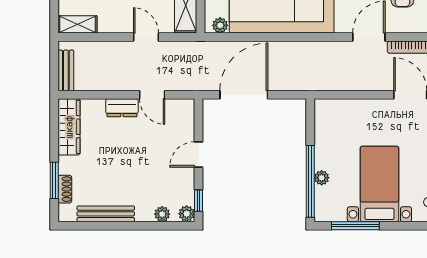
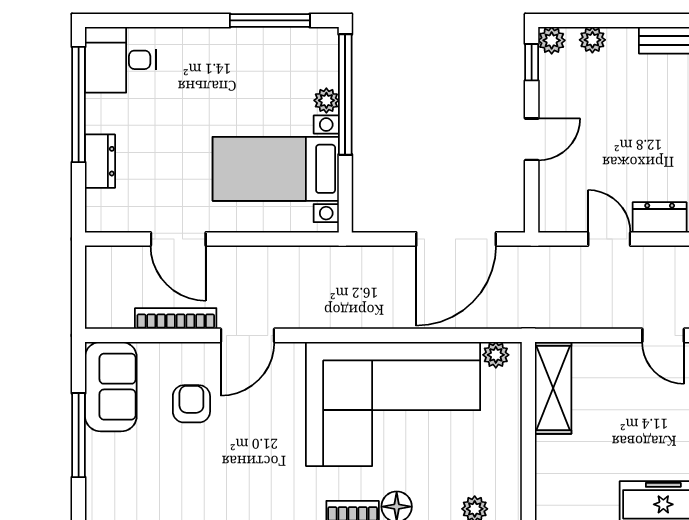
door: (146, 37) -> (663, 335), moved
bed with nightstands: (379, 184) -> (276, 169), moved, turned 90

